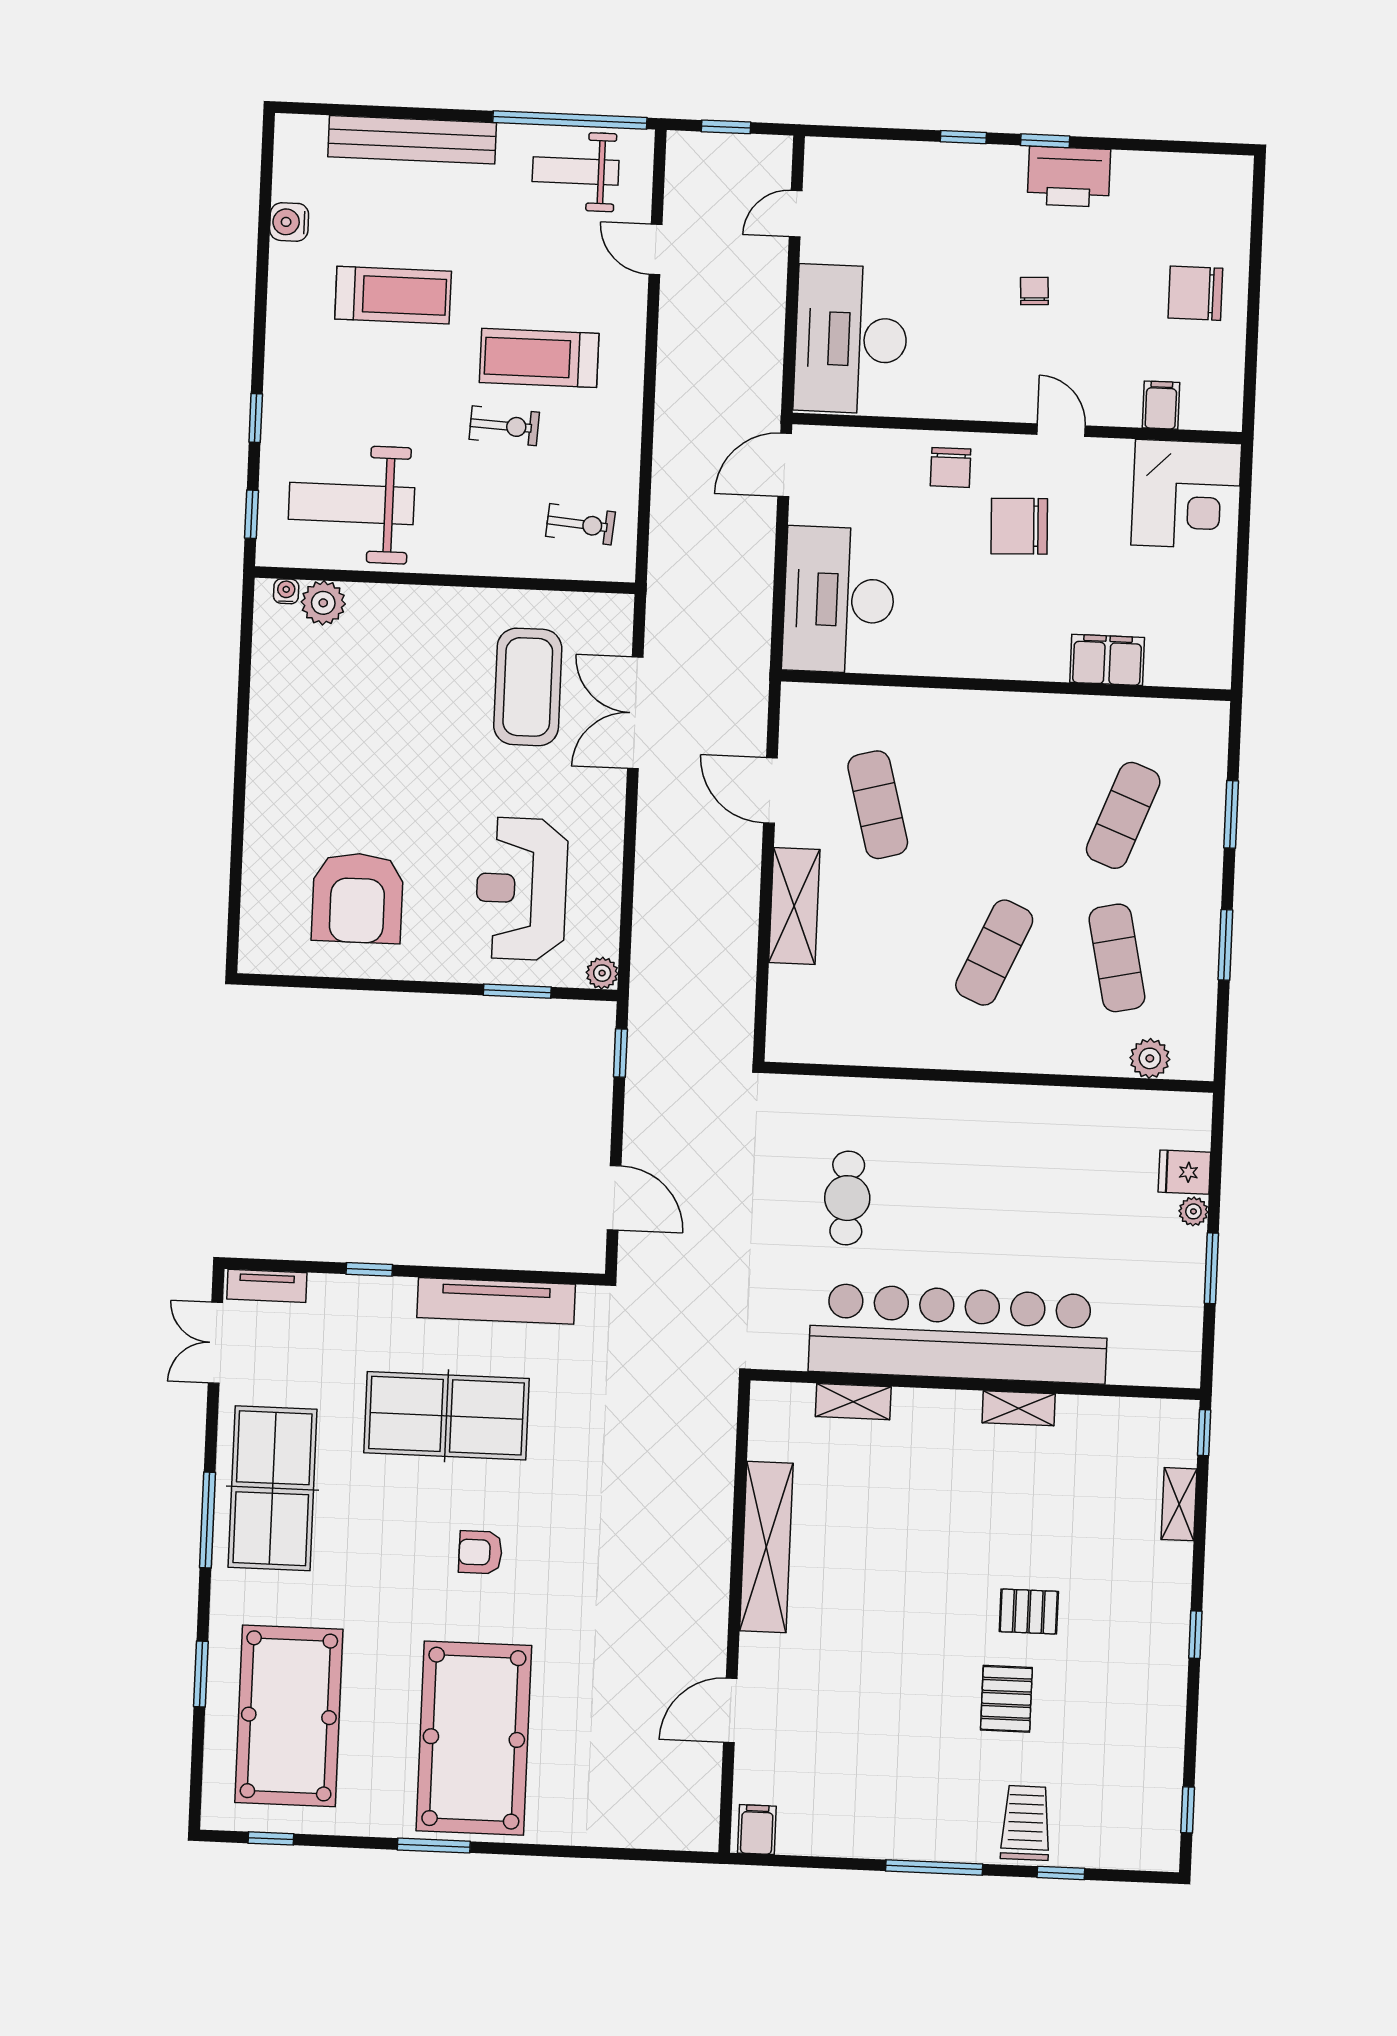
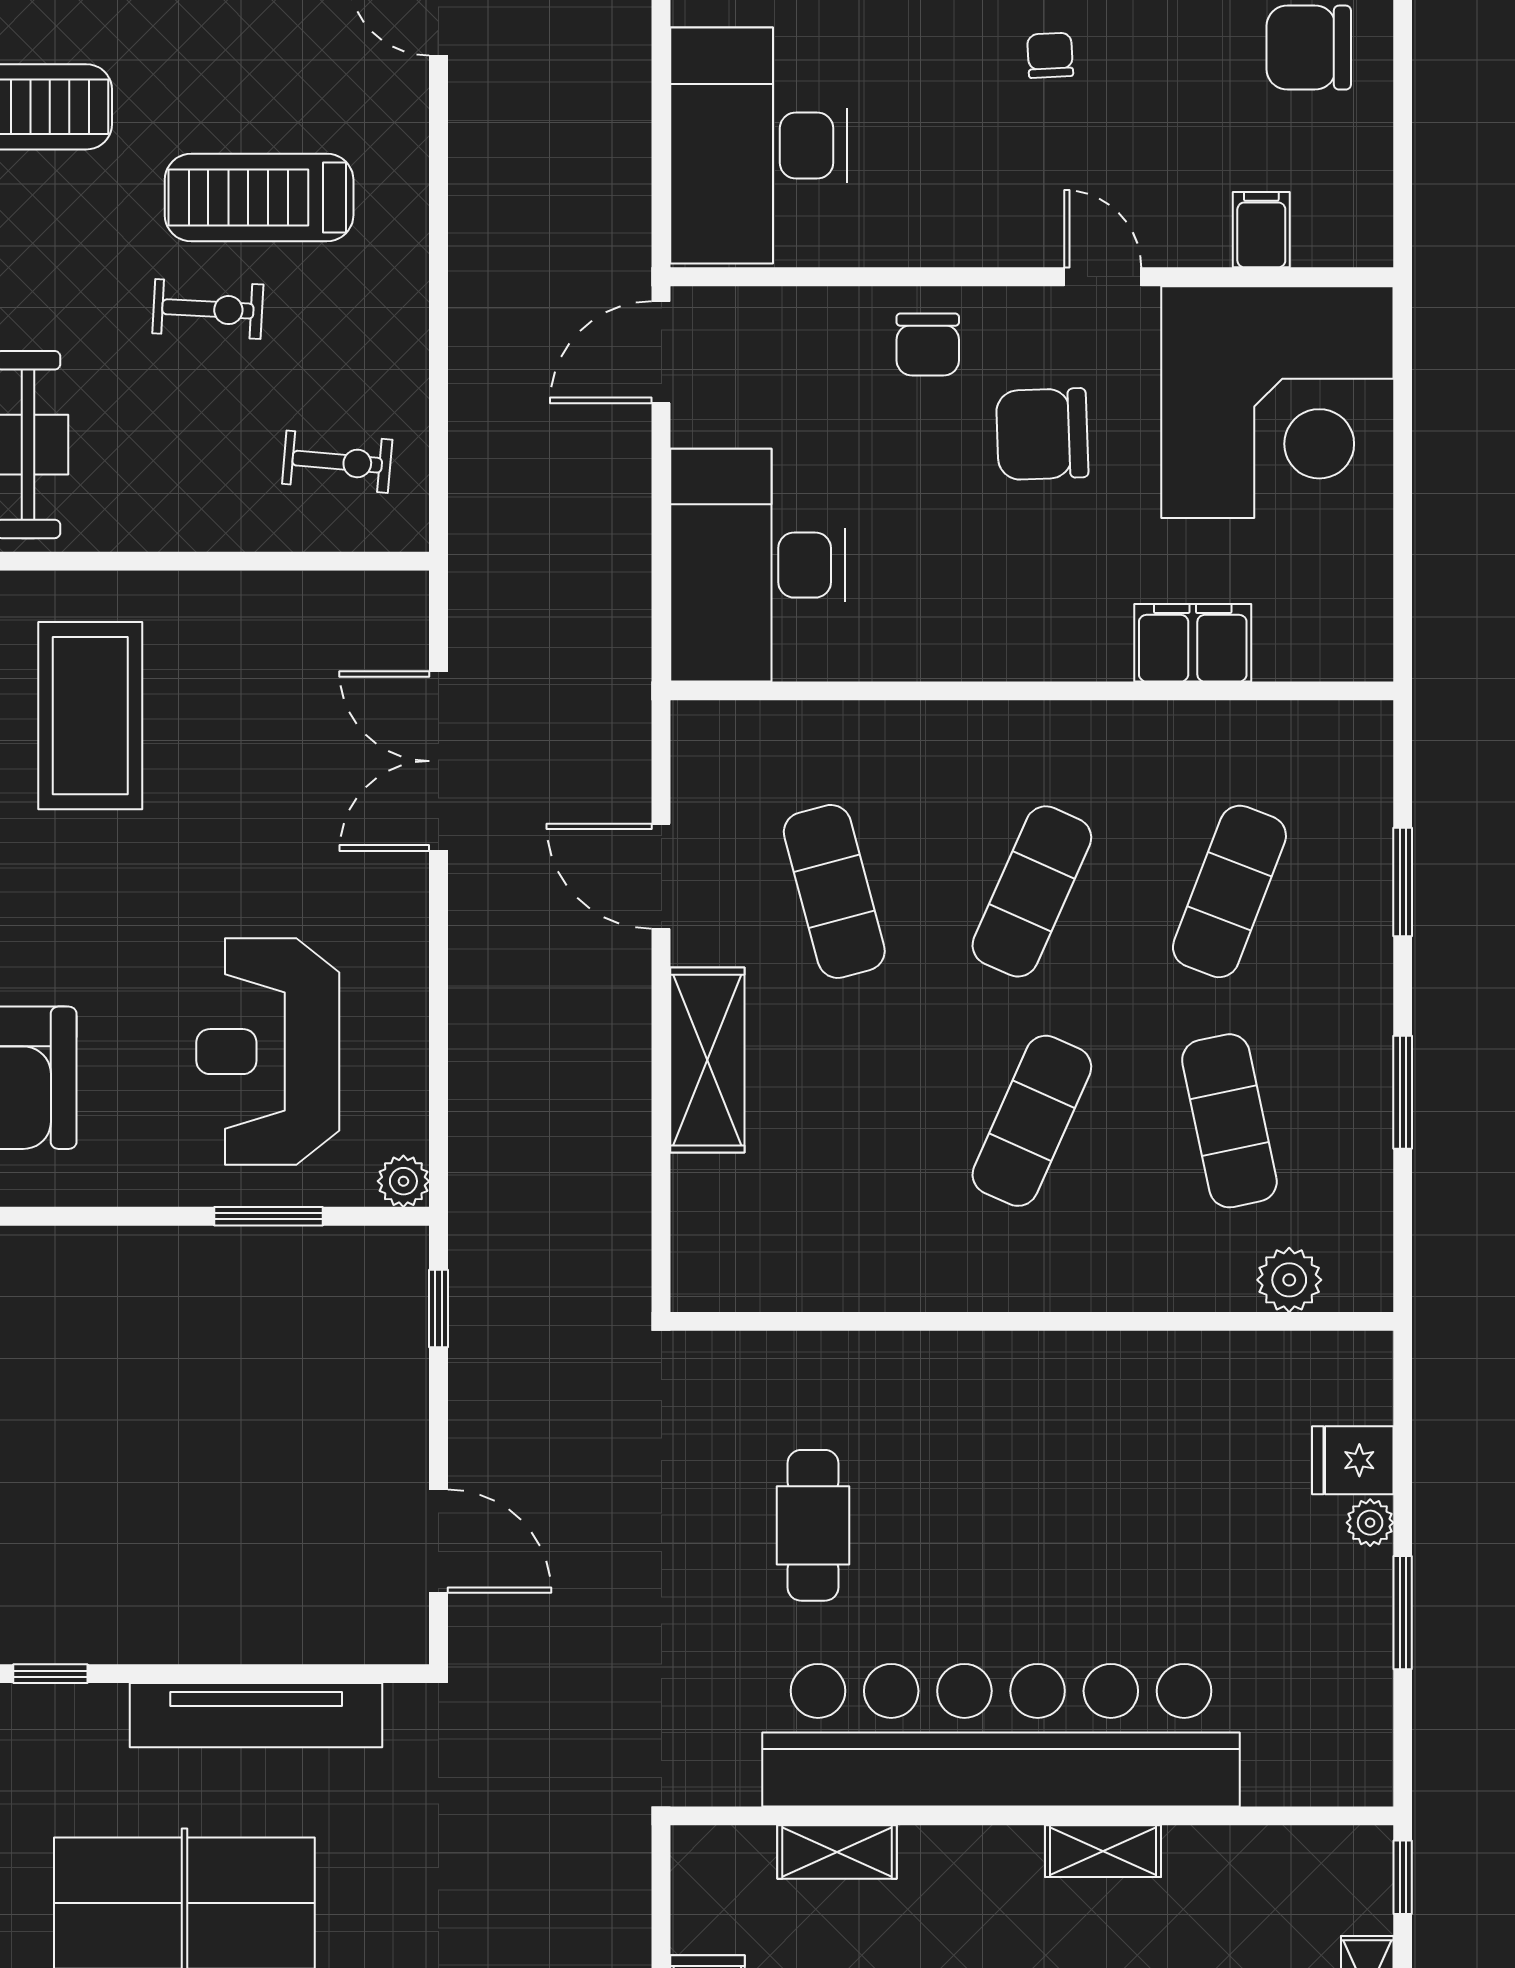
corner desk: (1186, 494) -> (1277, 402), width x1.36, depth x1.36
coffee table: (528, 687) -> (90, 716), moved
exercise mat: (1000, 810) -> (1032, 891), added

